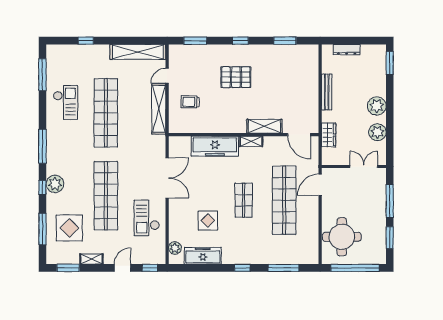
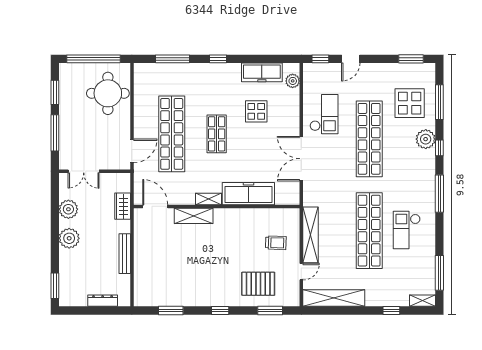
pallet: (236, 77) -> (258, 284), moved
checkout: (66, 103) -> (407, 230), moved
plant: (55, 184) -> (426, 139), moved
shelving: (91, 259) -> (423, 301), moved

